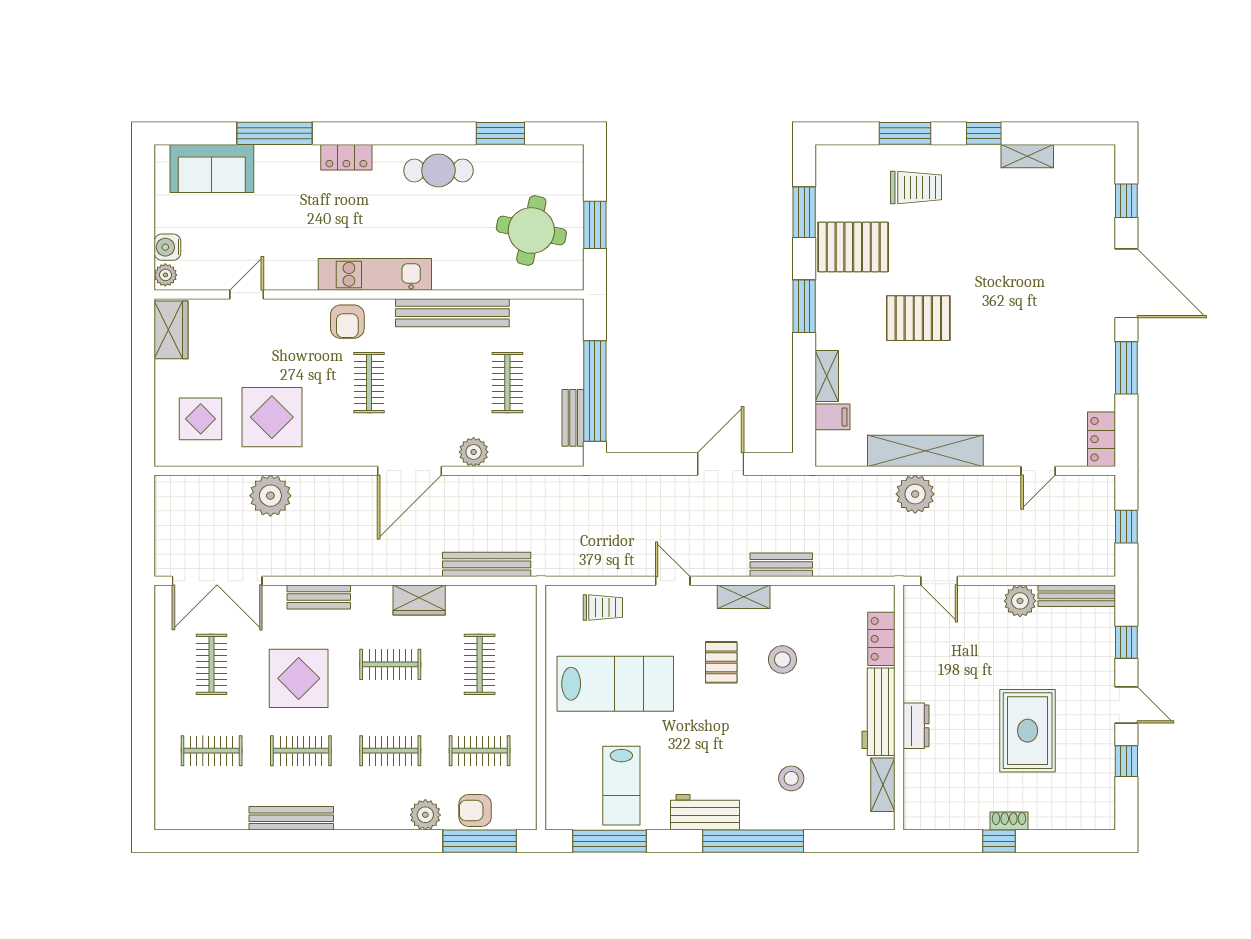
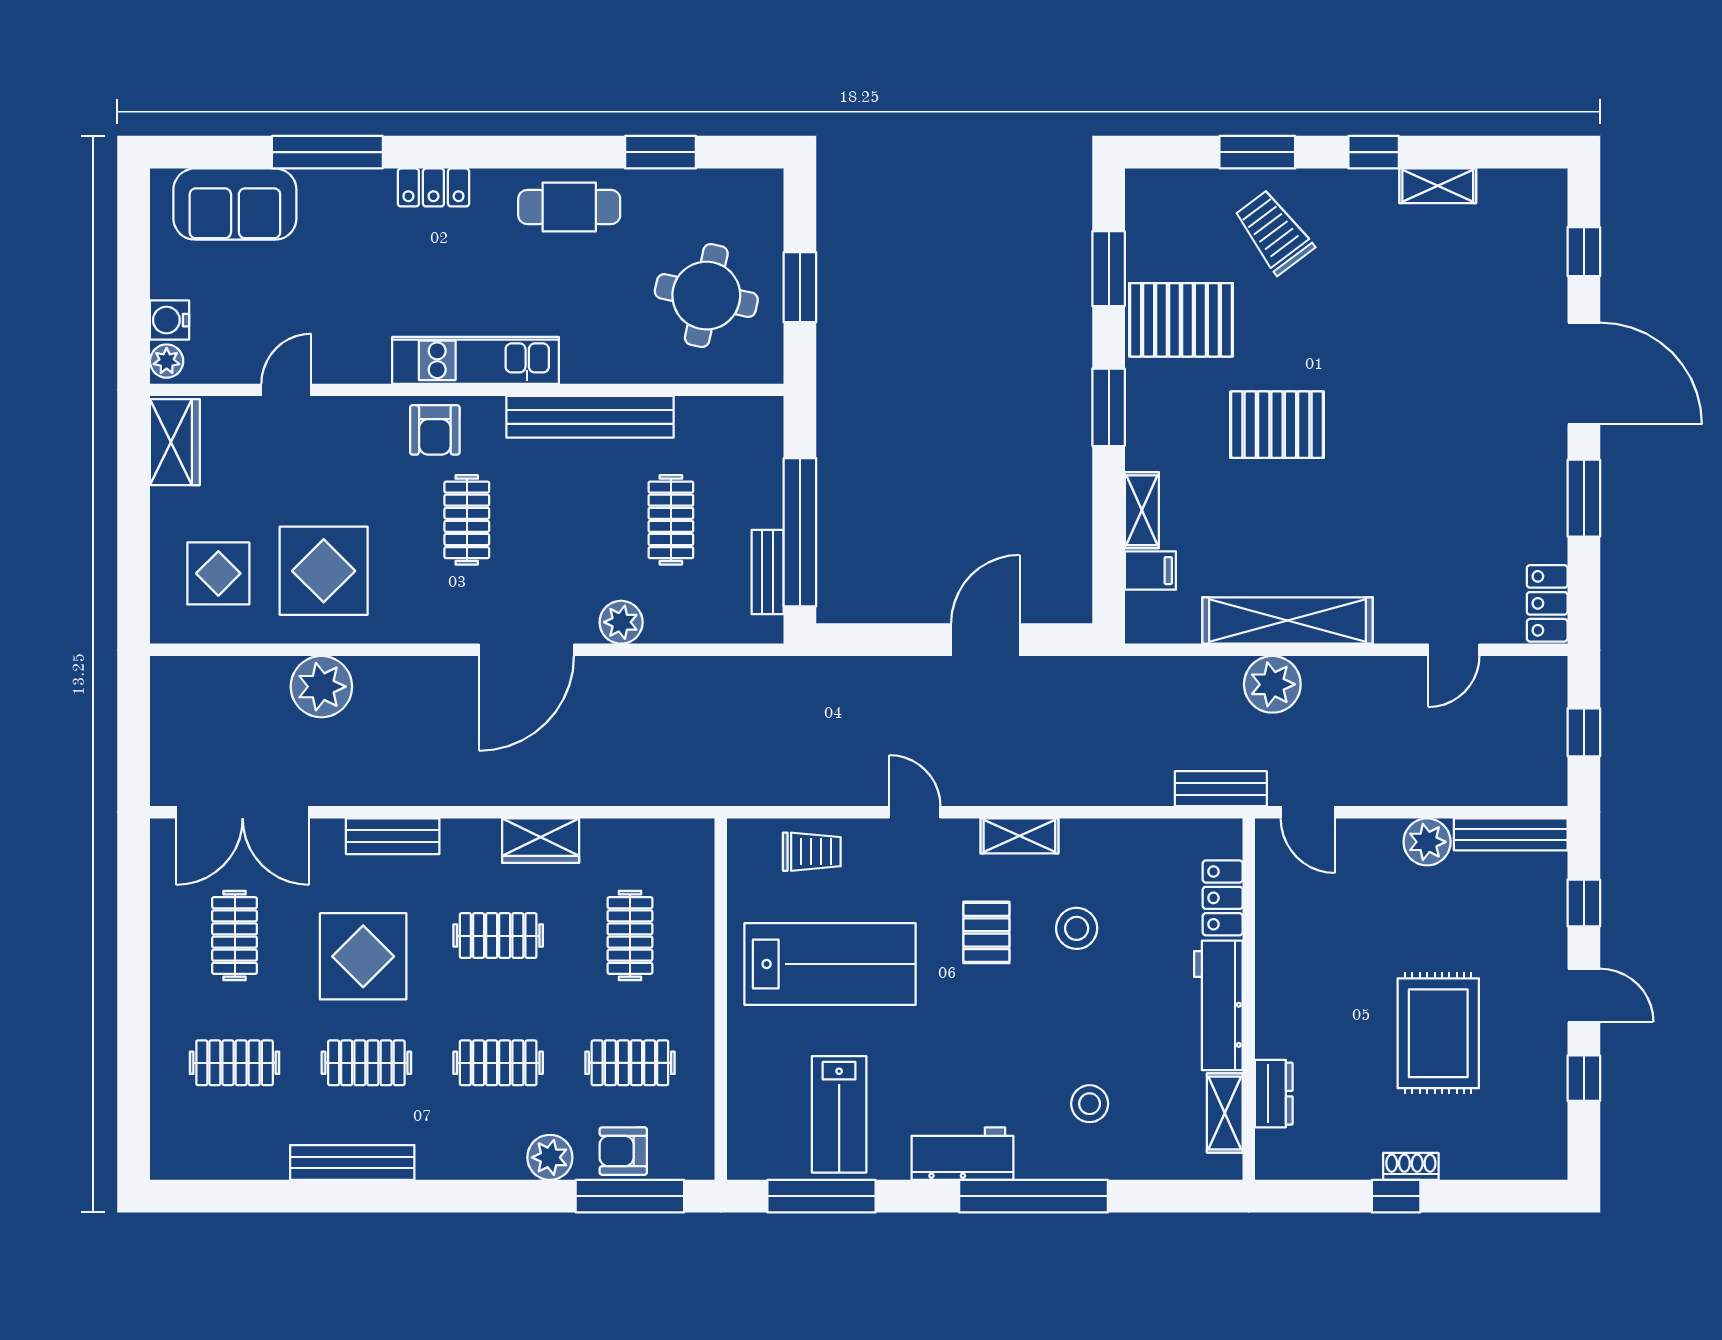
trolley: (916, 187) -> (1274, 232), turned -127
bench: (487, 564) -> (640, 788), removed
bench: (781, 565) -> (1221, 789), moved
dresser: (916, 726) -> (1274, 1094), moved

